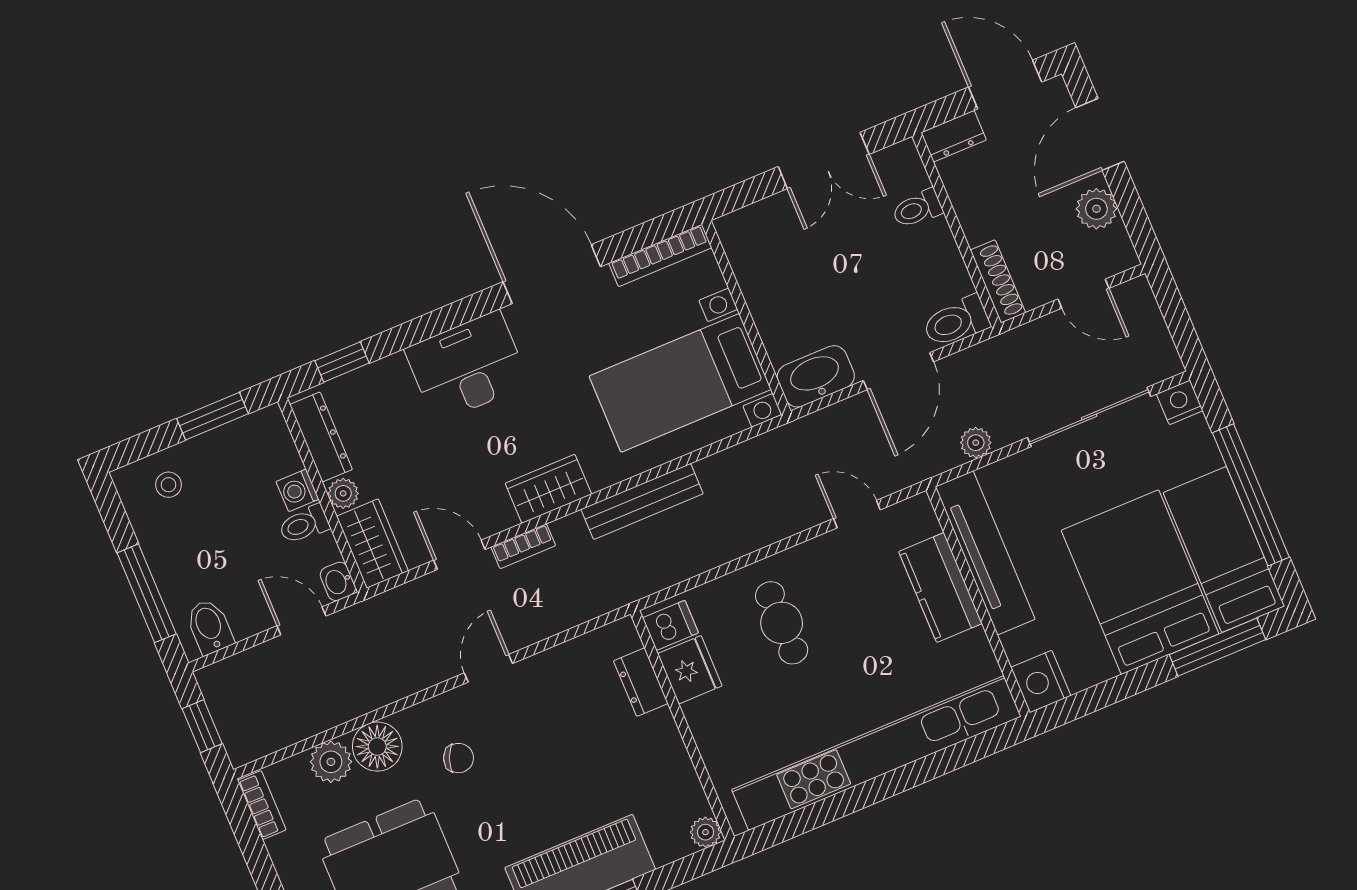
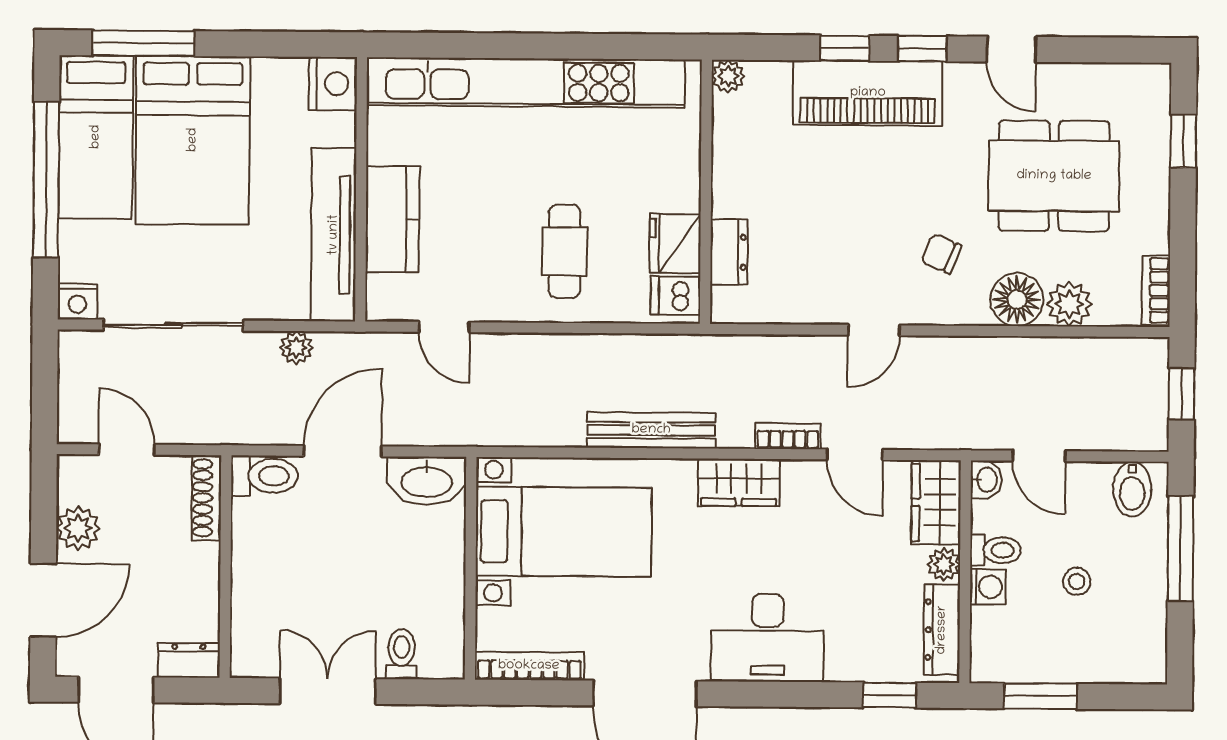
toilet: (917, 209) -> (402, 654), moved, turned -90
stool: (168, 485) -> (1077, 581), moved

